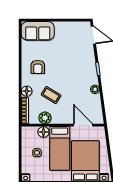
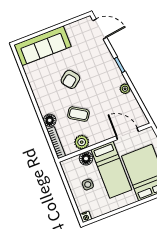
sofa: (38, 31) -> (43, 46), width x1.36
armchair: (38, 67) -> (70, 79), moved, turned 52

